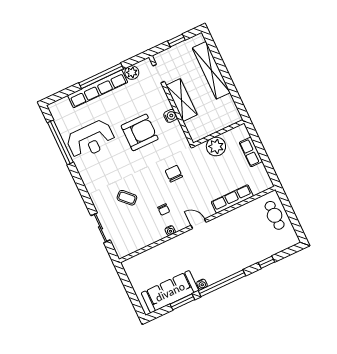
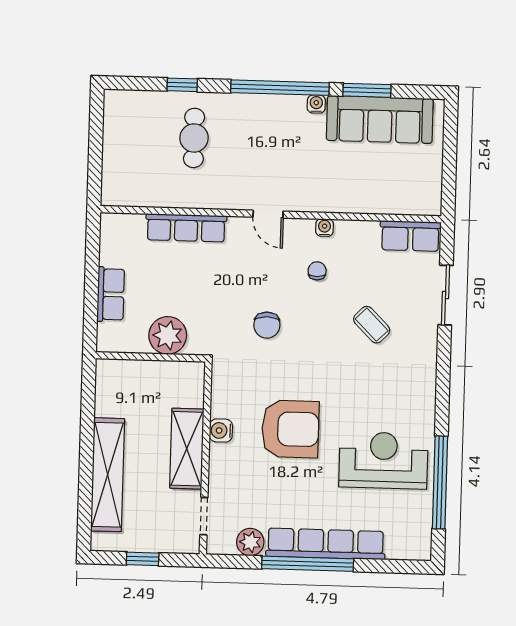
armchair: (140, 132) -> (290, 429), turned 180
cafe table: (275, 215) -> (194, 138), moved
row of seats: (130, 246) -> (410, 236), added

